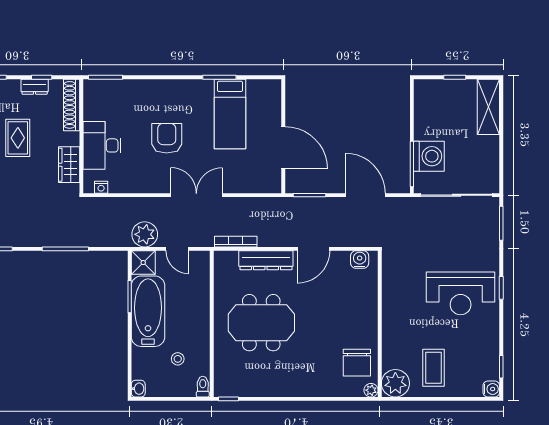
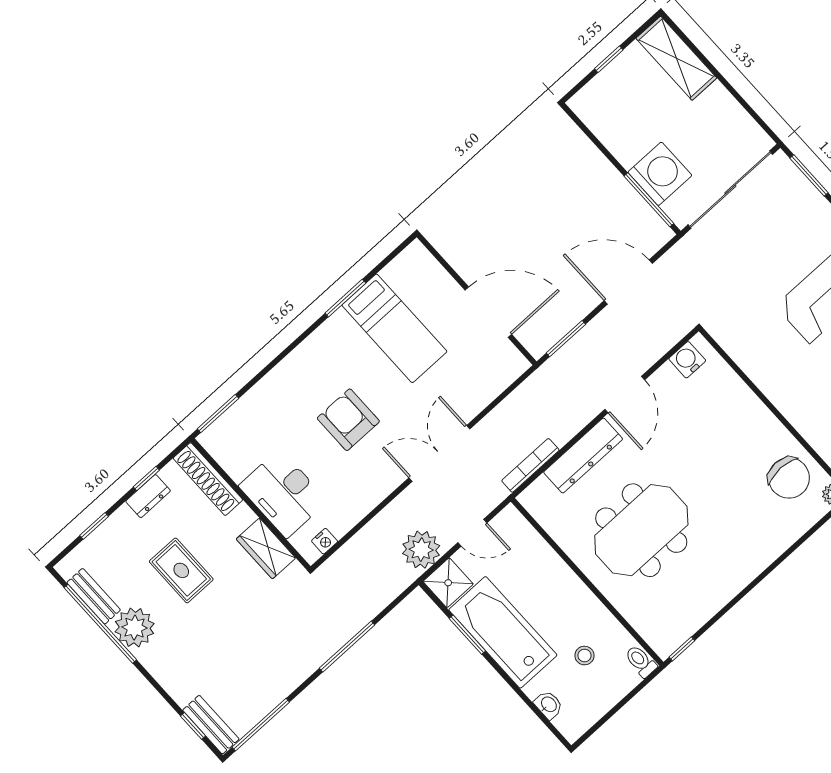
washbasin: (138, 389) -> (549, 705), moved

